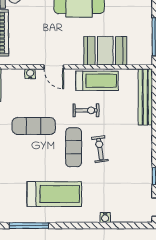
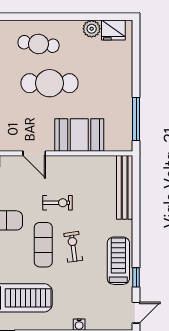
door: (54, 67) -> (34, 153), moved
treadmill: (97, 81) -> (118, 261), moved, turned -90

